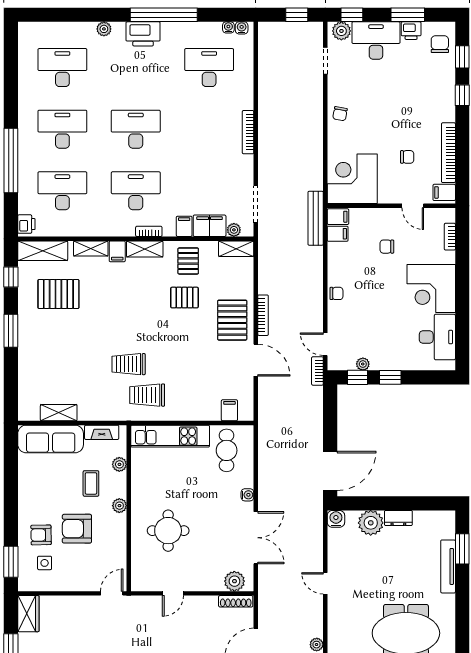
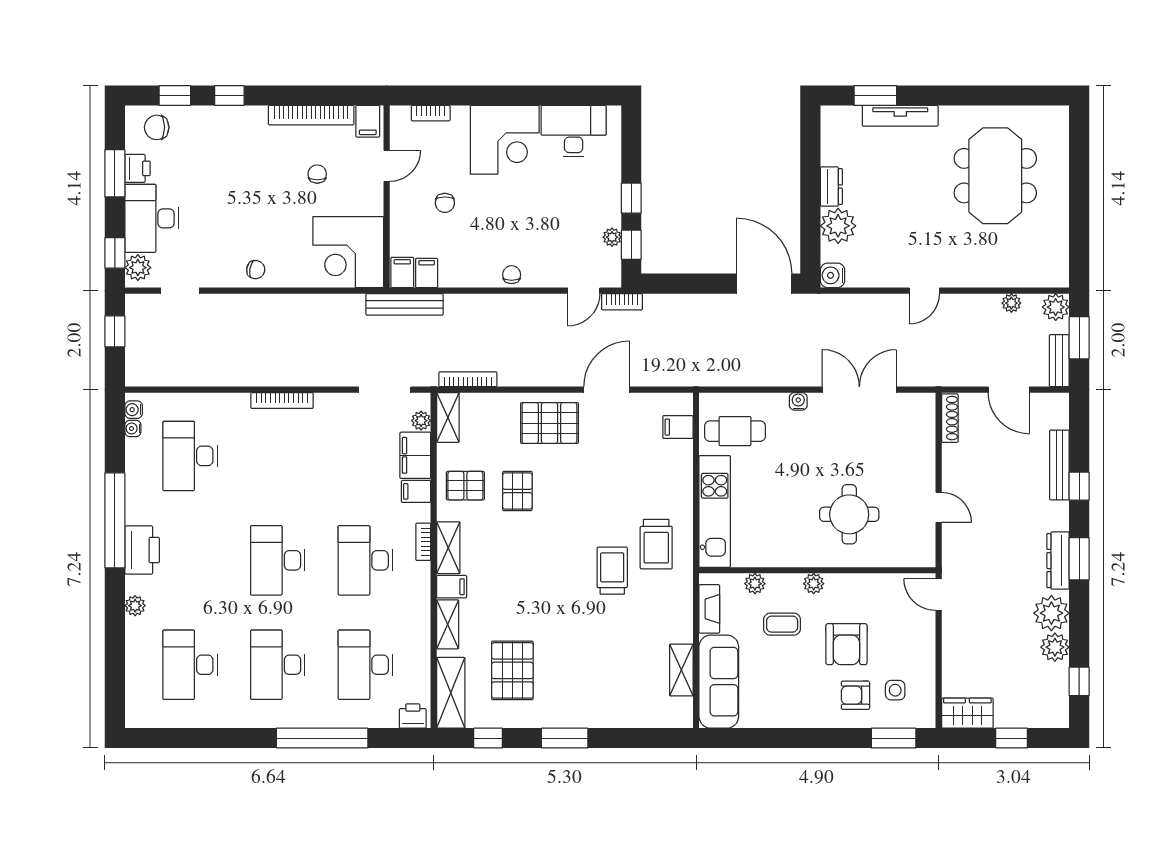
bookcase: (263, 315) -> (468, 379), moved
trolley: (129, 364) -> (612, 571), turned 180
armchair: (41, 535) -> (855, 695), turned 91
plant: (234, 581) -> (921, 420), removed

